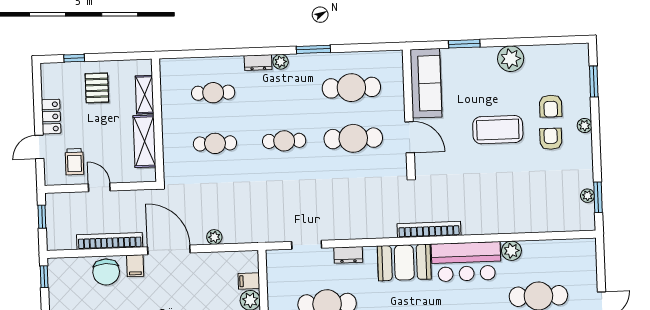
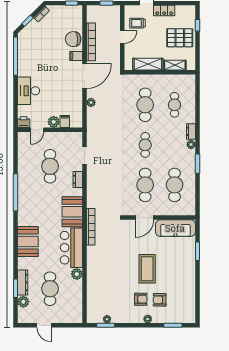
plant: (511, 59) -> (188, 278), removed
pallet: (97, 88) -> (180, 38), width x1.50, depth x1.42
cafe table: (215, 143) -> (145, 105), width x1.37, depth x1.35

